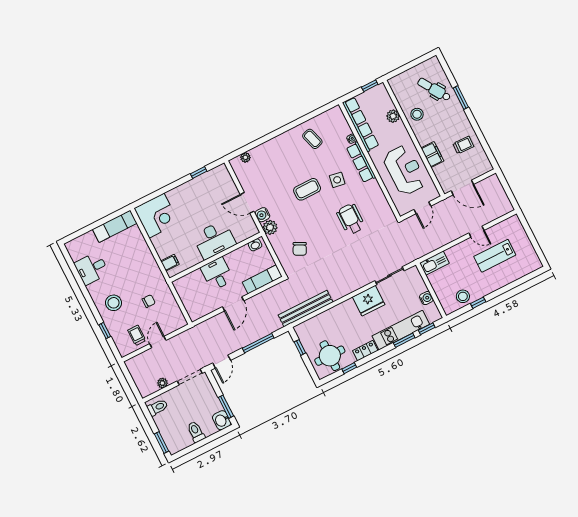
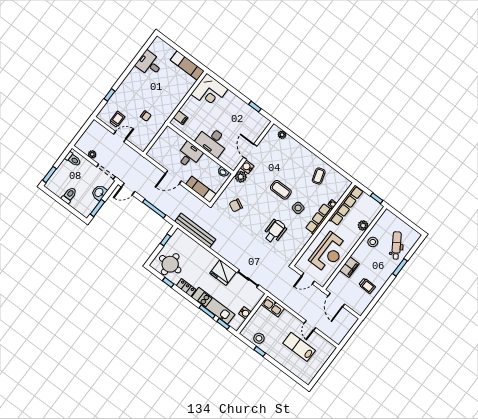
stool: (114, 303) -> (132, 91), removed
washbasin: (222, 420) -> (99, 193), moved

